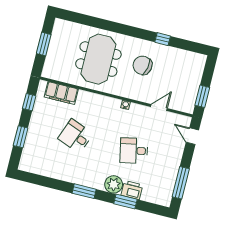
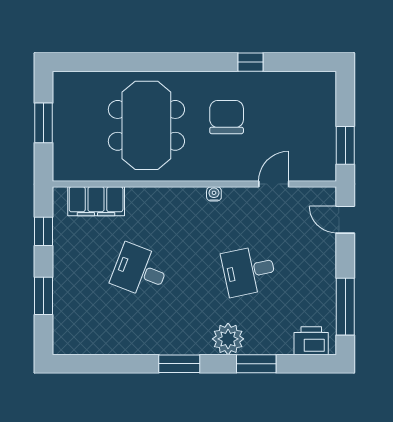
chair: (142, 65) -> (227, 117), turned 78
printer: (132, 190) -> (311, 341), moved

